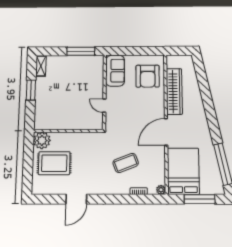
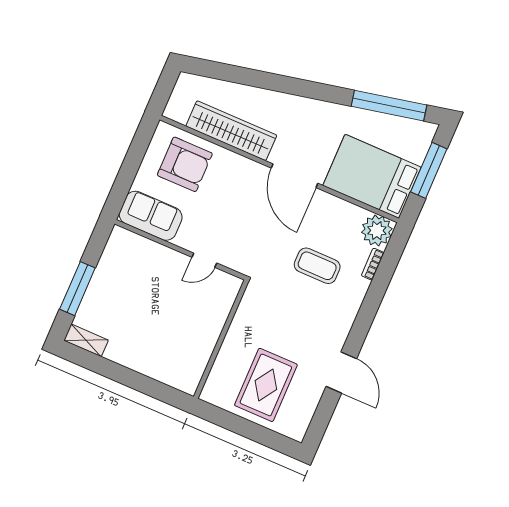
window: (81, 51) -> (77, 289), moved
window: (31, 90) -> (122, 375), removed
plant: (42, 141) -> (218, 390), removed
coffee table: (126, 163) -> (317, 266), turned -69
plant: (161, 190) -> (377, 231), width x1.88, depth x1.88

